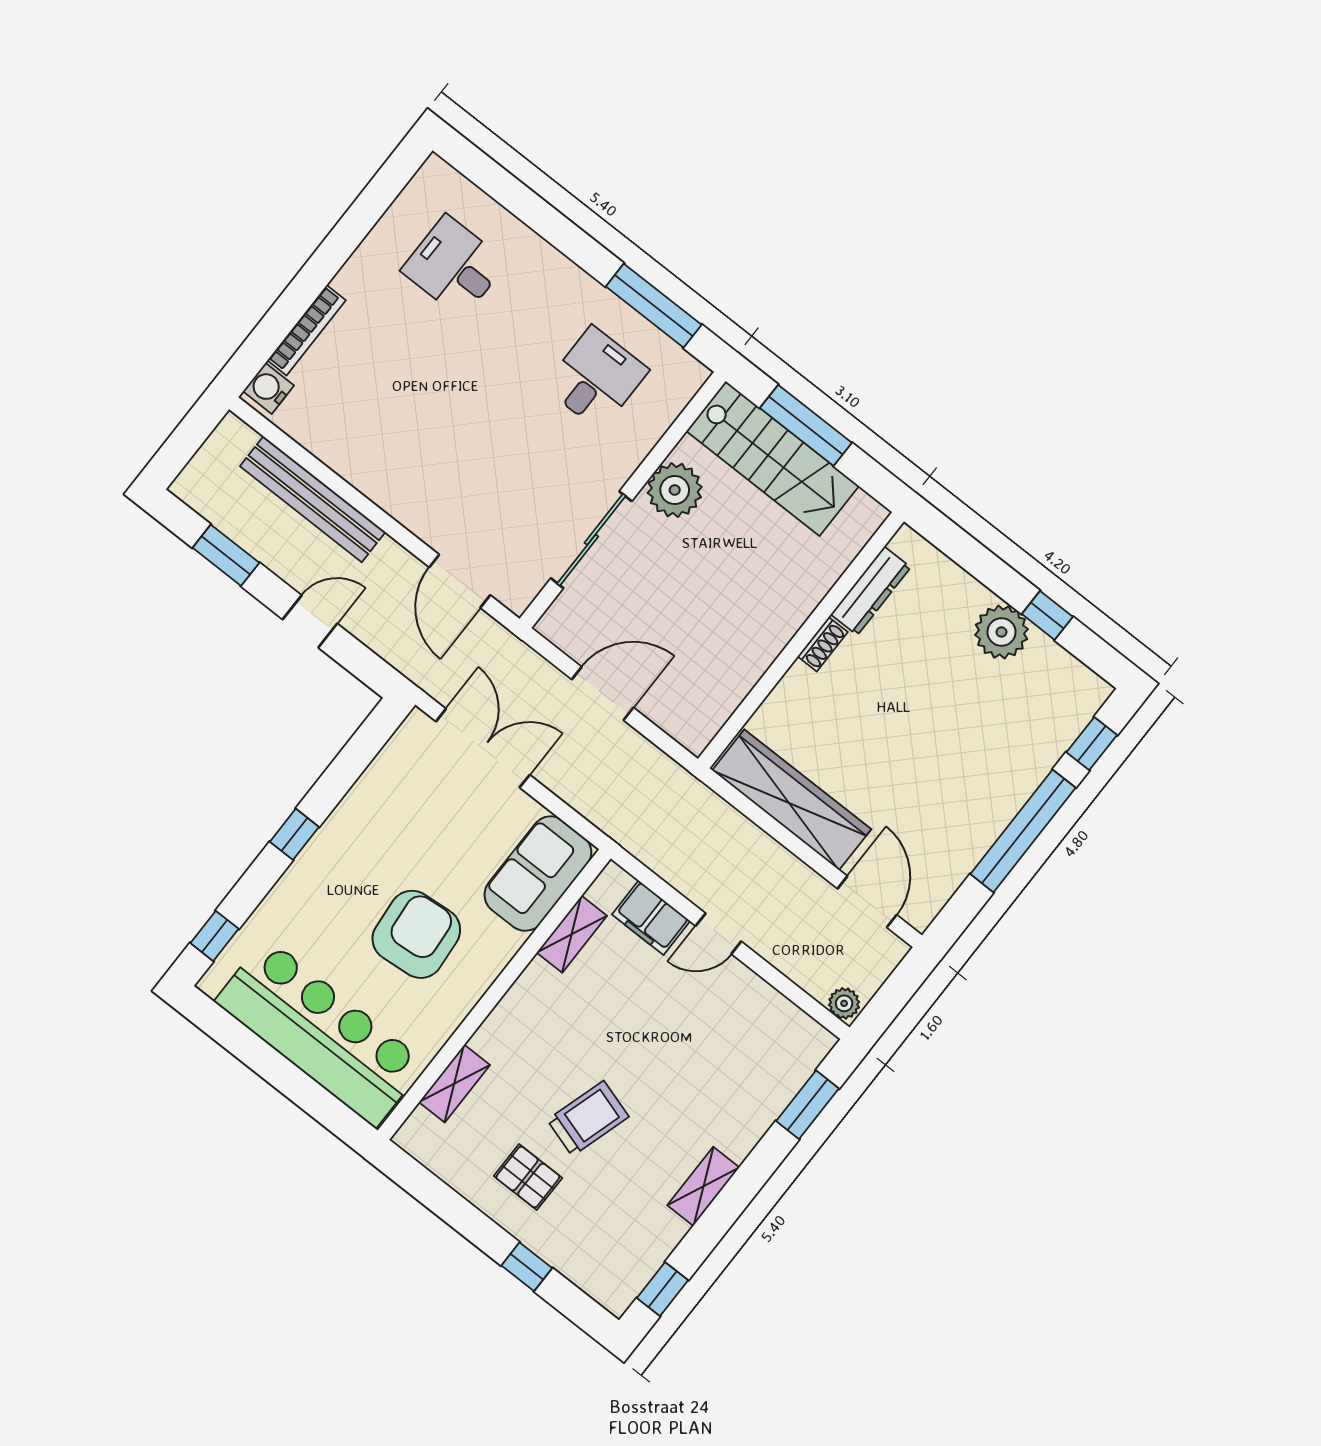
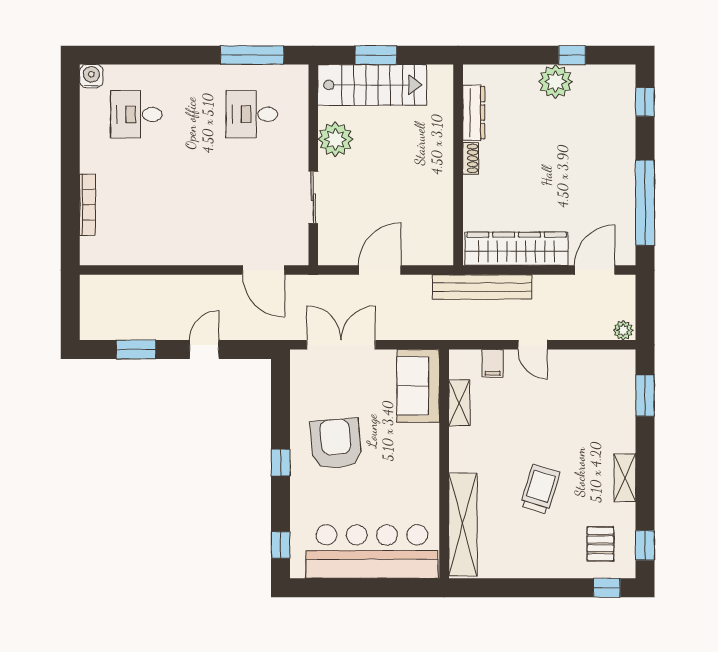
desk: (596, 378) -> (252, 114), turned -90
water cooler: (268, 388) -> (91, 76), moved, turned 90
window: (806, 425) -> (376, 55), width x0.69
bench: (313, 499) -> (482, 287), moved
sliding door: (591, 540) -> (313, 197), width x0.73
window: (1023, 831) -> (645, 203), moved
door: (867, 902) -> (595, 270), hinge flipped
filing cabinet: (651, 918) -> (493, 363), width x0.50
armchair: (416, 934) -> (336, 444), moved
door: (718, 934) -> (533, 345), hinge flipped
shelving: (454, 1084) -> (463, 524), width x2.20, depth x1.33
pallet: (528, 1177) -> (600, 544), moved, turned 90
window: (527, 1267) -> (607, 588), moved

